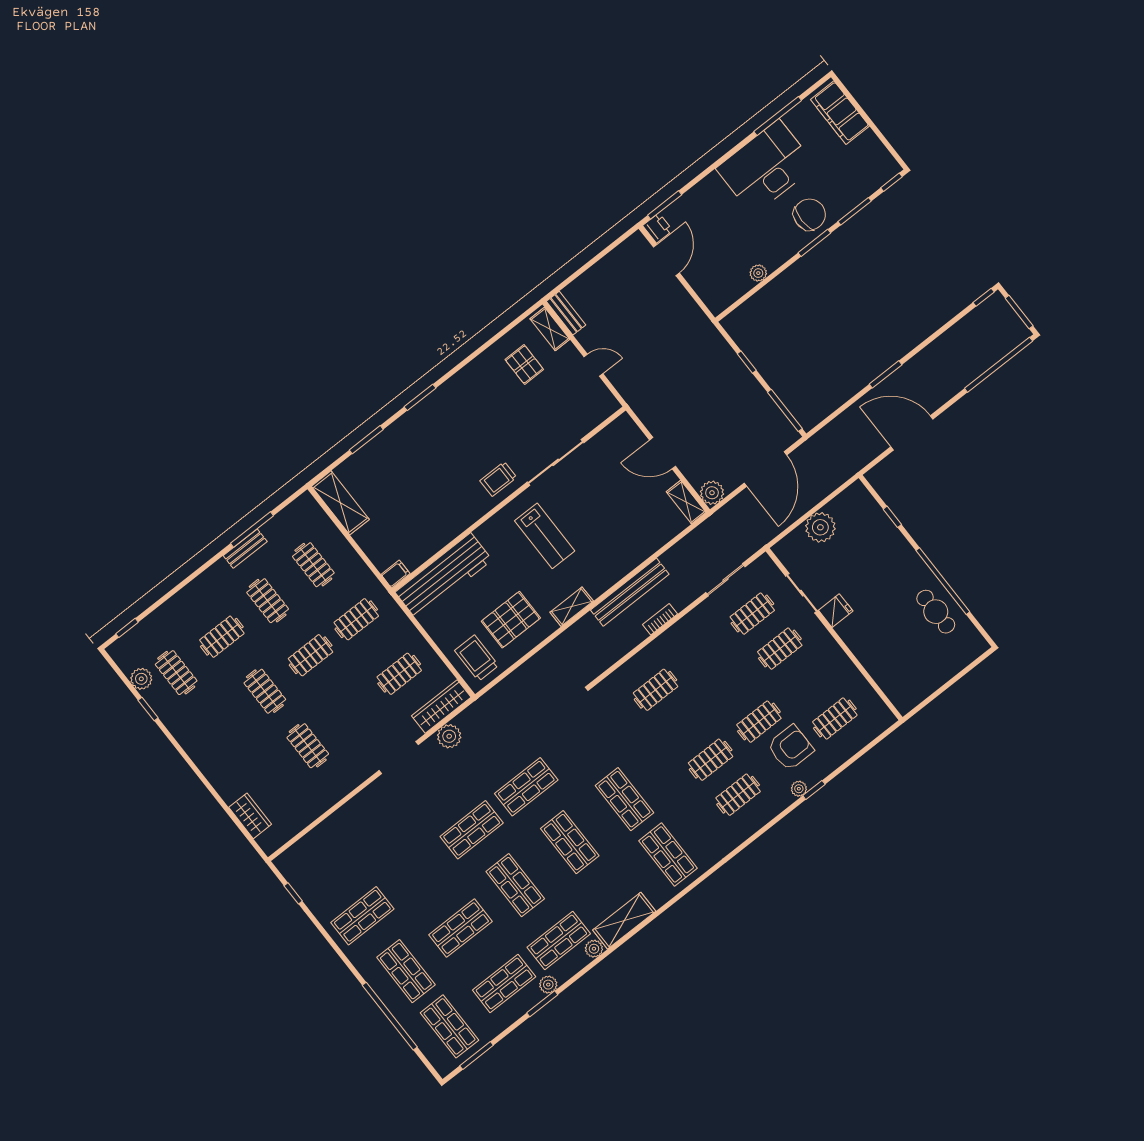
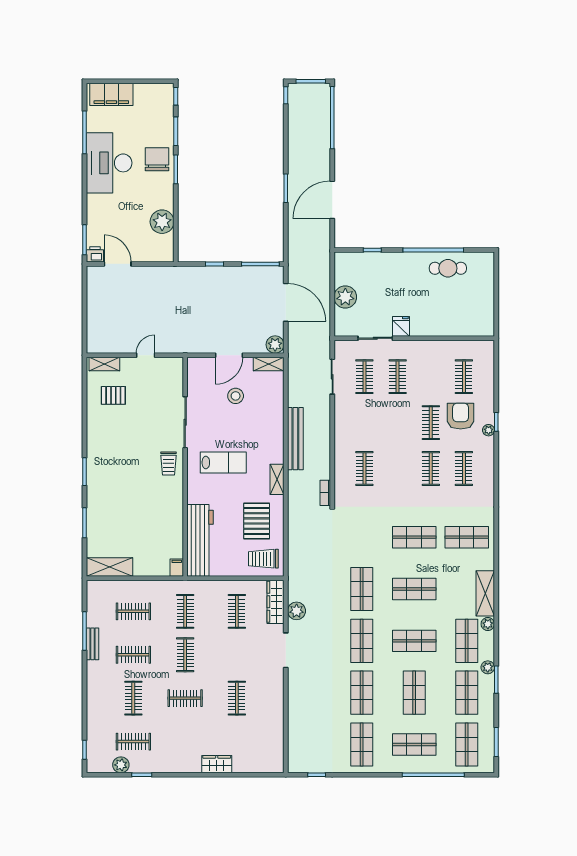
plant: (758, 273) -> (162, 222), width x1.88, depth x1.88
bench: (566, 313) -> (102, 347), removed
stool: (625, 494) -> (236, 396), added
bookcase: (660, 619) -> (325, 493), moved
clothes rail: (308, 746) -> (237, 698), turned 90
wardrobe: (250, 816) -> (217, 764), moved
shop shelf: (417, 873) -> (362, 693), added
shop shelf: (449, 1026) -> (467, 745), turned 90

